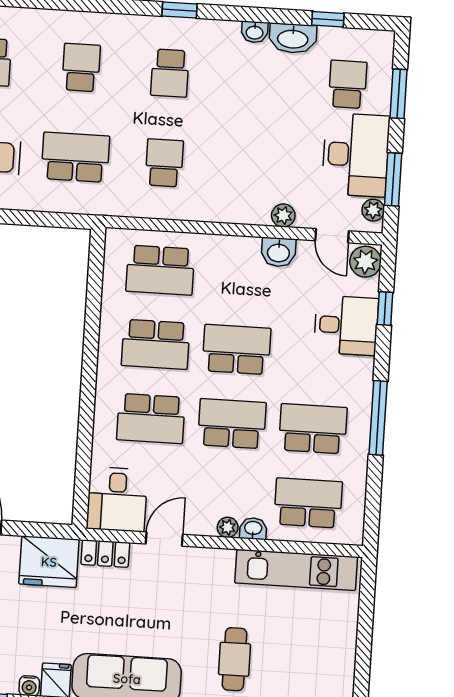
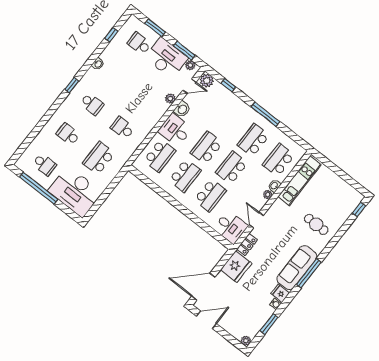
washbasin: (293, 38) -> (110, 52), removed
desk: (346, 325) -> (175, 130), moved, turned -90

